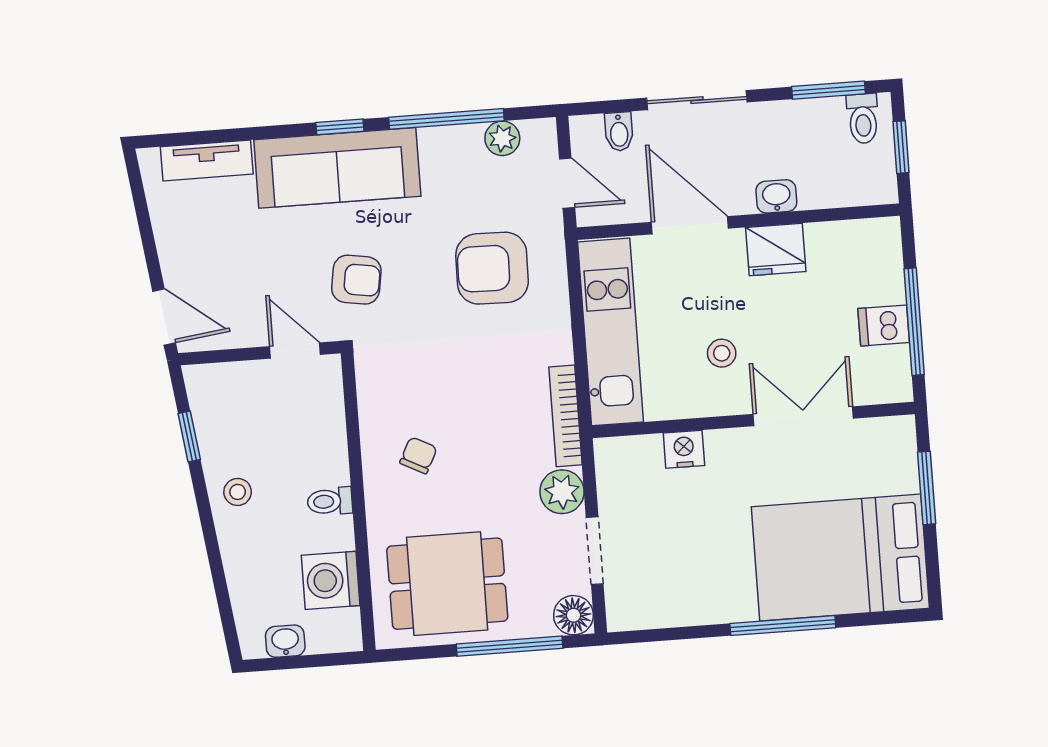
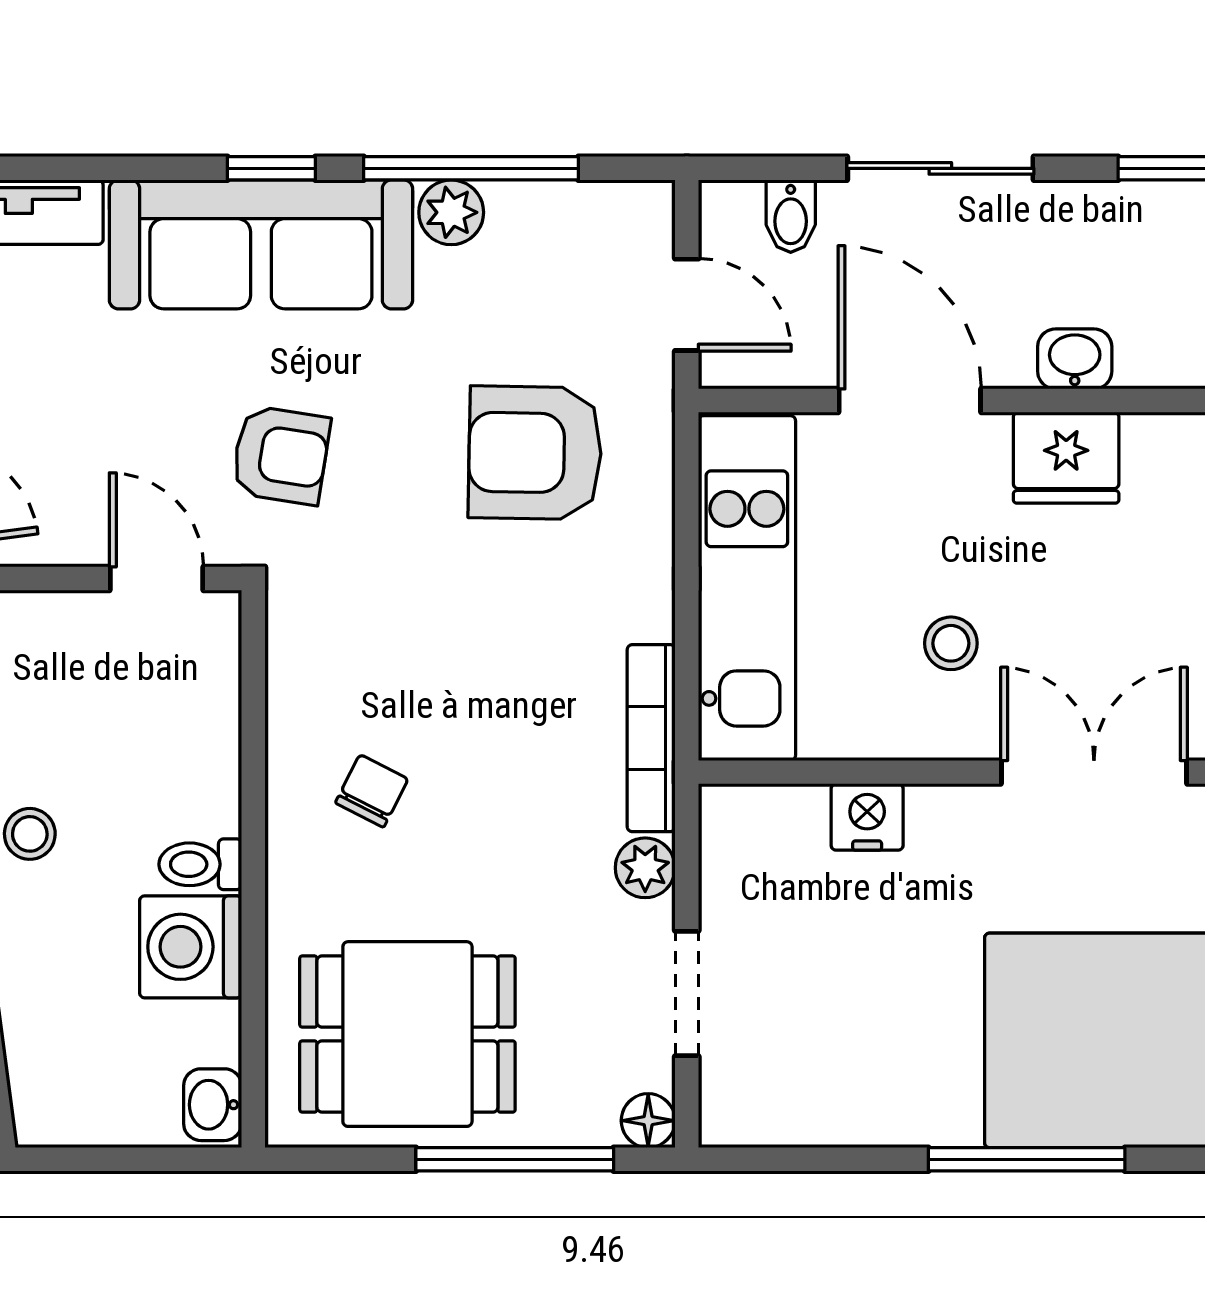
plant: (502, 138) -> (451, 212), moved
plant: (562, 492) -> (645, 868), width x0.73, depth x0.73
washing machine: (331, 580) -> (191, 947), moved
floor lamp: (573, 615) -> (648, 1121), width x0.73, depth x0.73
washbasin: (285, 641) -> (213, 1105), moved, turned -90

